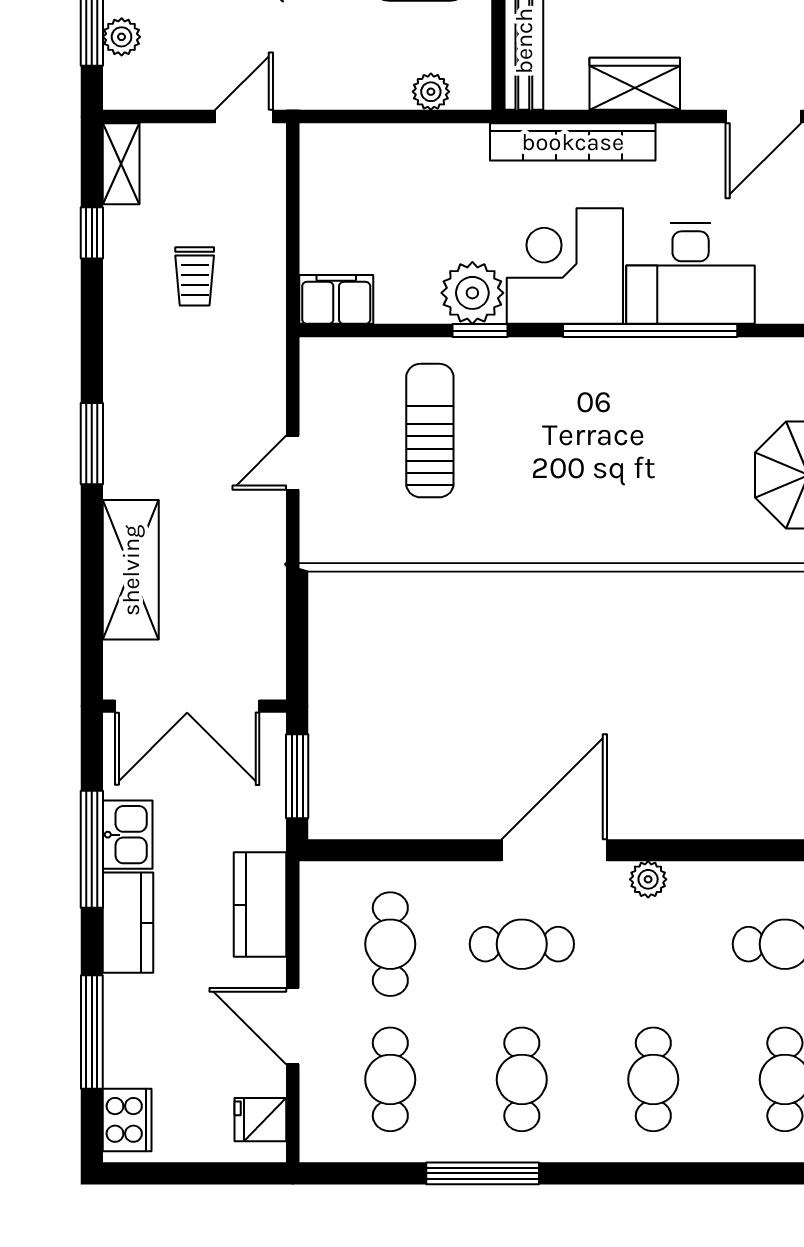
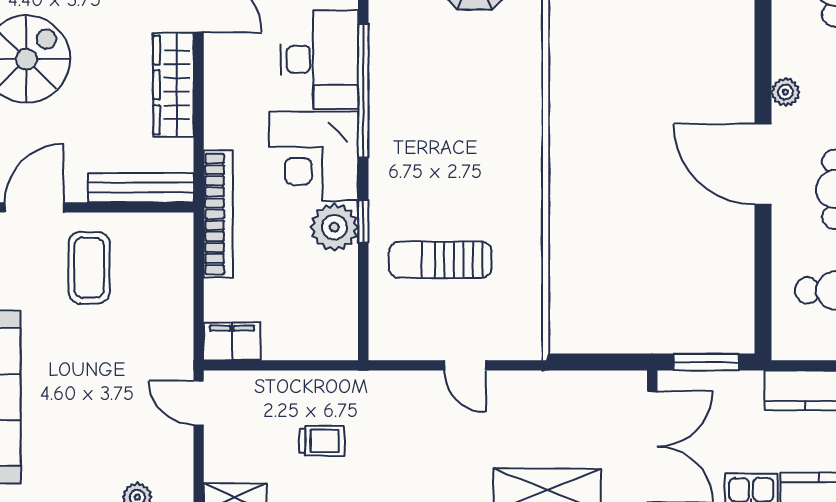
wardrobe: (635, 84) -> (173, 85), width x1.50
plant: (431, 92) -> (180, 259), removed
bookcase: (573, 142) -> (218, 214), moved
filing cabinet: (336, 299) -> (232, 341), moved, turned 90

